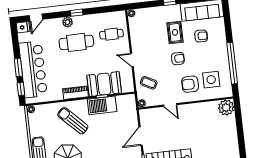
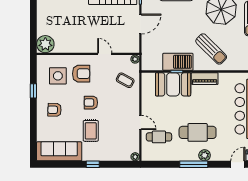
window: (77, 13) -> (194, 164), width x2.17
armchair: (201, 36) -> (55, 110), moved
door: (132, 60) -> (140, 122), moved
window: (232, 63) -> (33, 91), width x0.32

